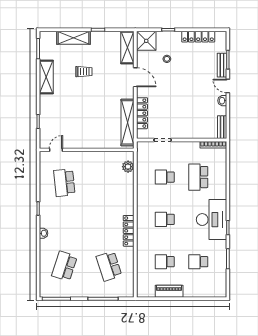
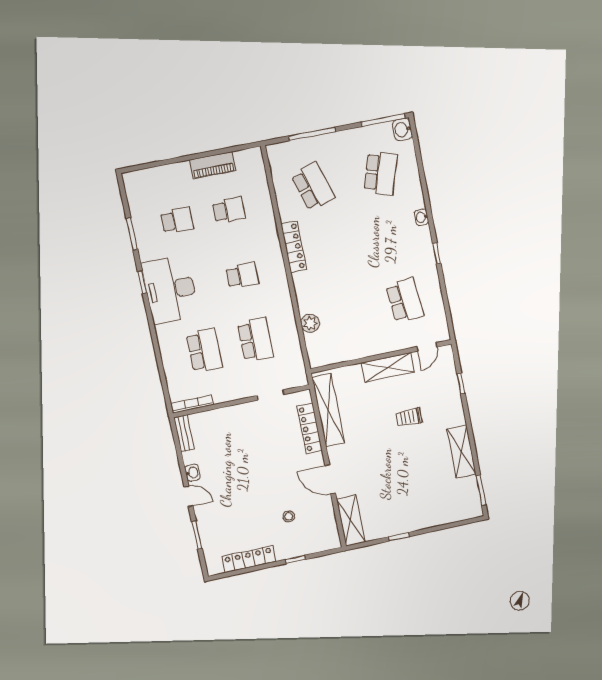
shelving: (73, 38) -> (388, 367), moved
shower: (146, 41) -> (325, 536), removed
bench: (222, 65) -> (204, 525), removed
trolley: (84, 72) -> (409, 417), moved
plant: (128, 167) -> (310, 323), moved
school desk: (165, 177) -> (256, 340), width x1.85
washbasin: (45, 291) -> (402, 129), added

